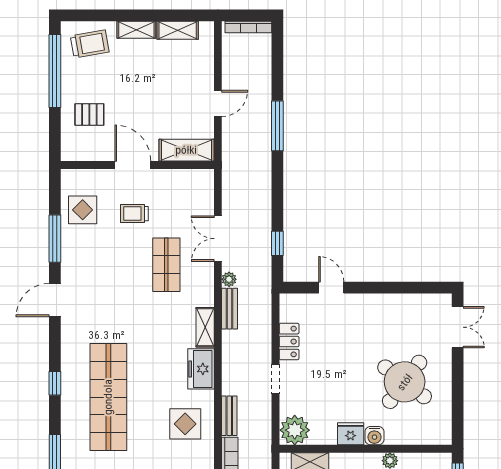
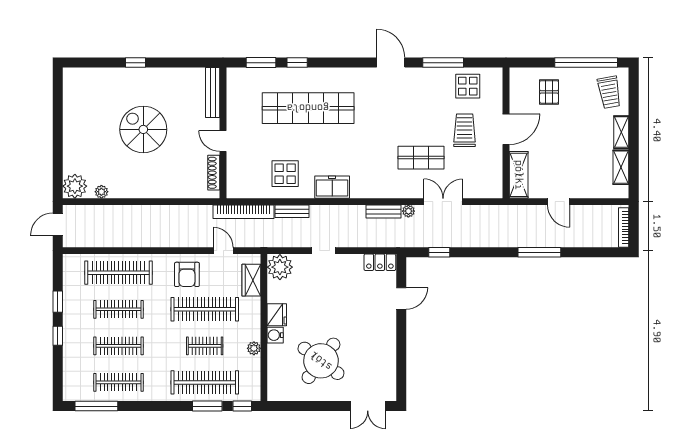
trolley: (134, 214) -> (465, 130), width x1.36, depth x1.39
shelving: (205, 327) -> (368, 191), removed
locker: (289, 342) -> (380, 262), moved
window: (55, 383) -> (297, 63), moved

